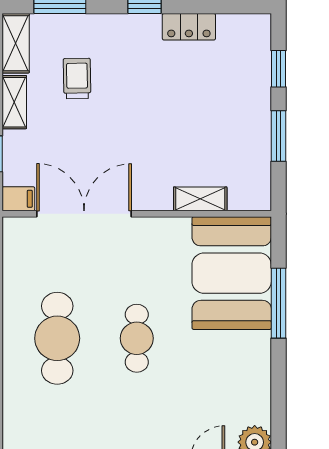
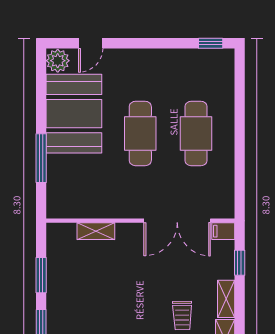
booth: (232, 273) -> (74, 114), moved
cafe table: (137, 338) -> (140, 133), width x1.37, depth x1.35

